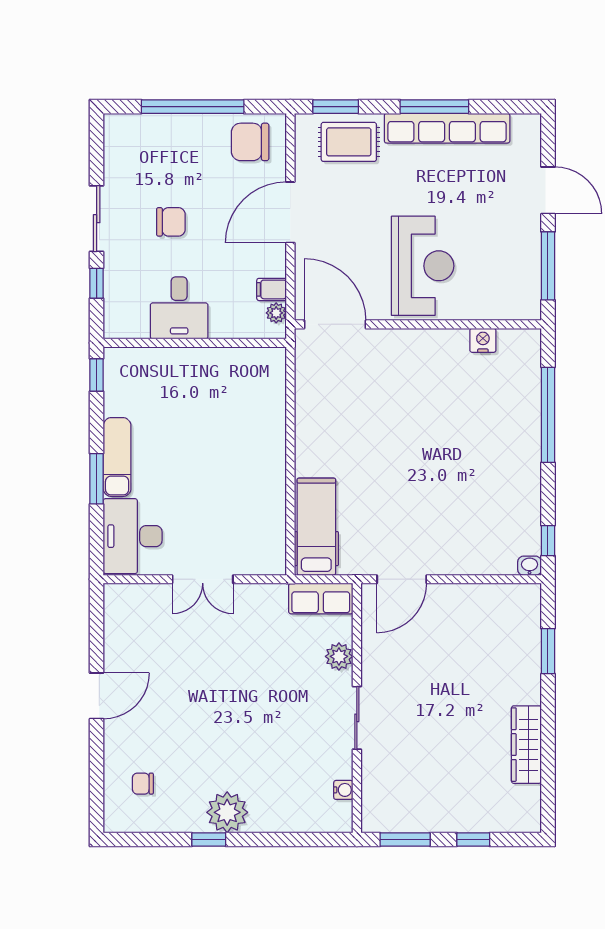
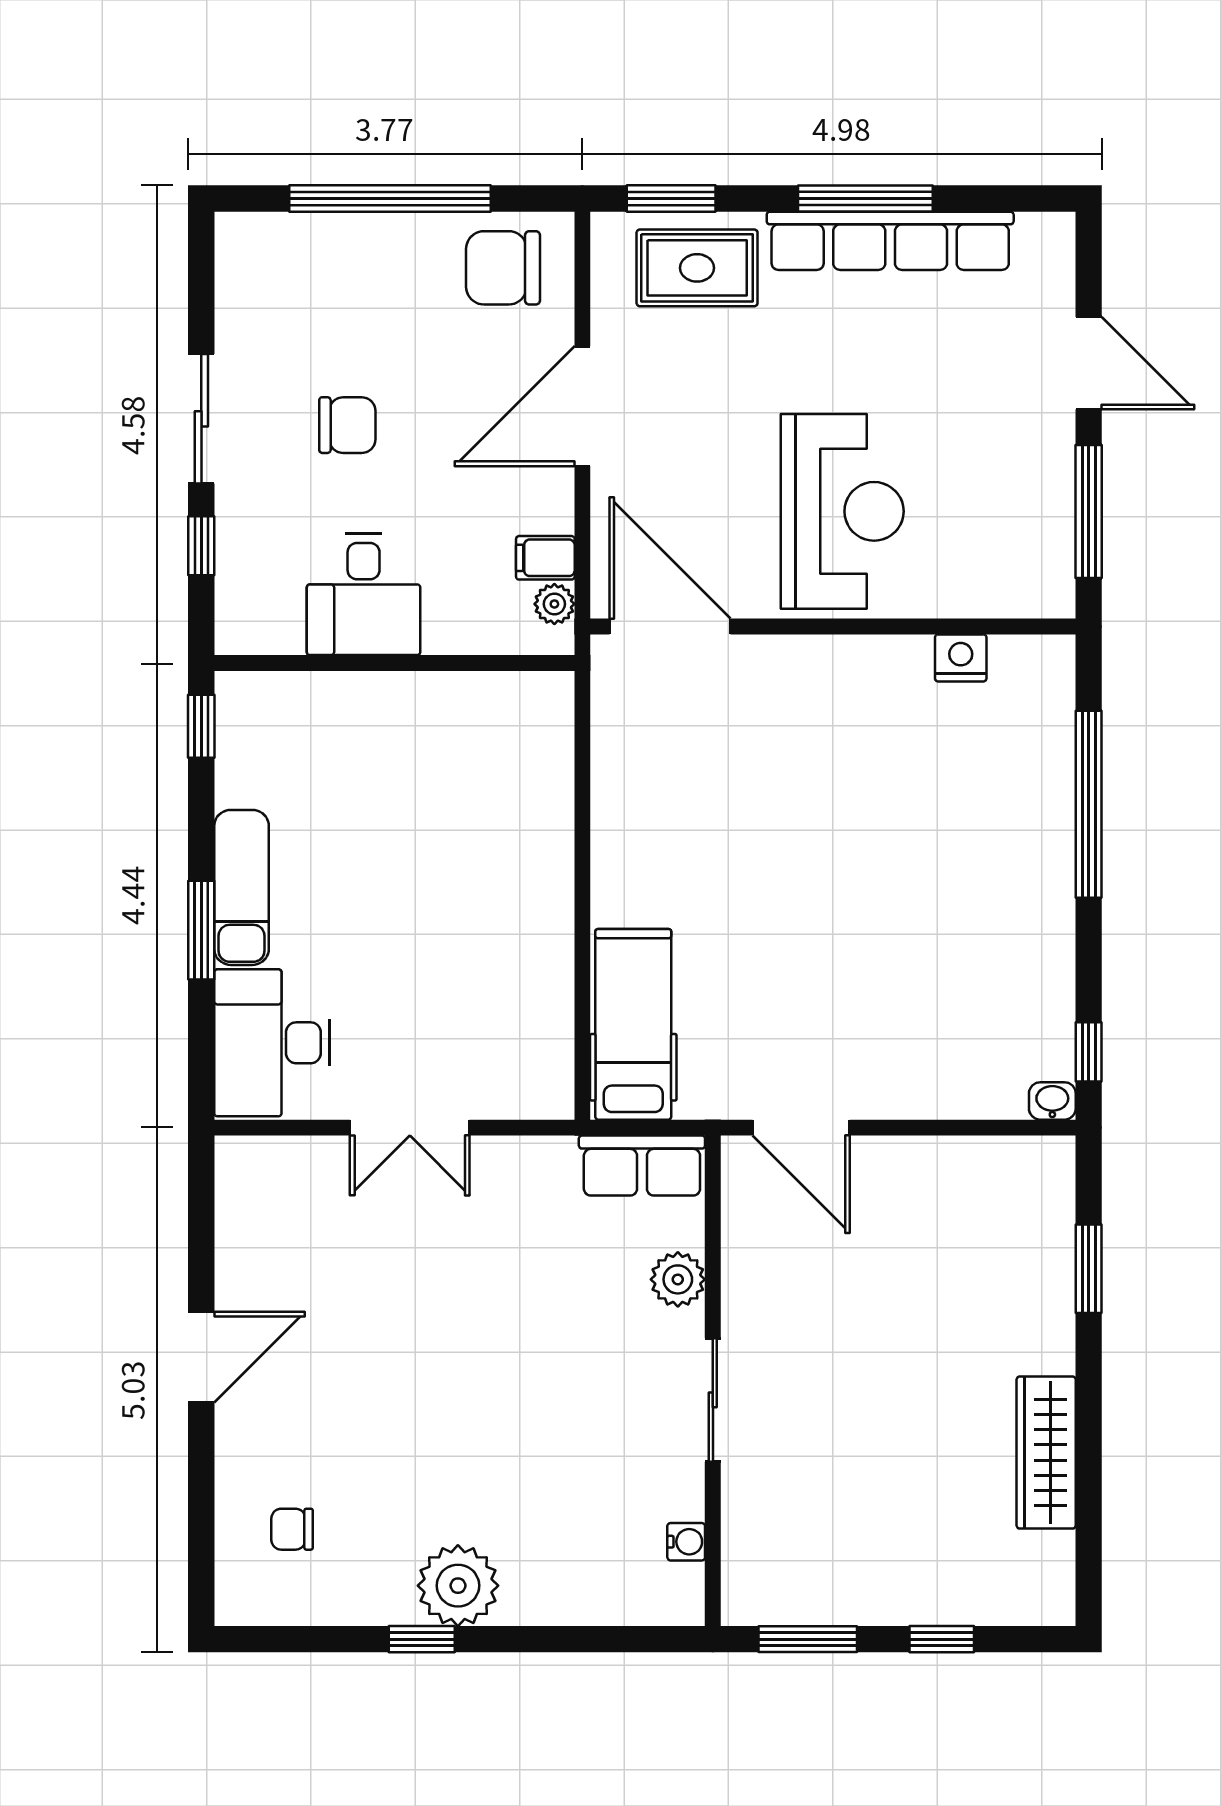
door: (402, 579) -> (801, 1128), hinge flipped

